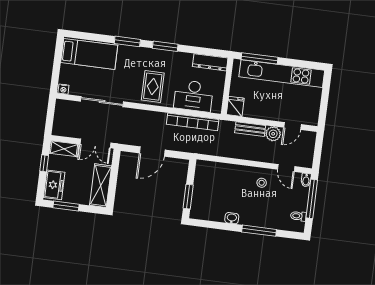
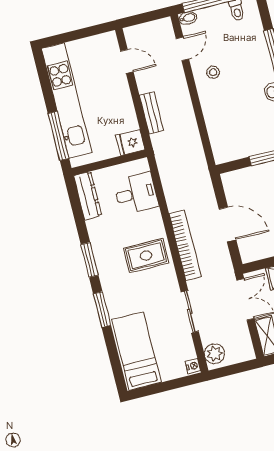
desk: (194, 96) -> (136, 193), width x0.73
sliding door: (102, 102) -> (190, 312), width x0.73
bookcase: (193, 122) -> (185, 245), moved
plant: (273, 134) -> (214, 354), moved

